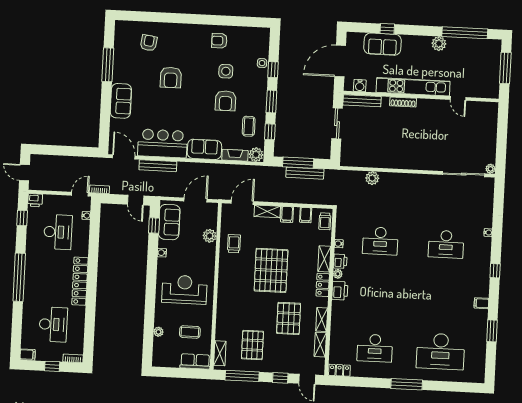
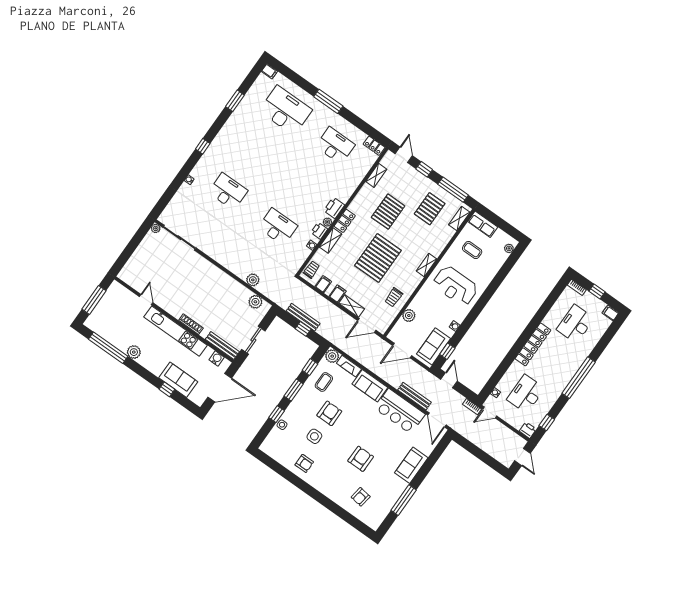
plant: (357, 160) -> (255, 302), added
window: (298, 163) -> (303, 329), width x0.46
filing cabinet: (481, 303) -> (269, 71), moved
shelving: (322, 320) -> (427, 265), moved
plant: (158, 332) -> (509, 248), moved

